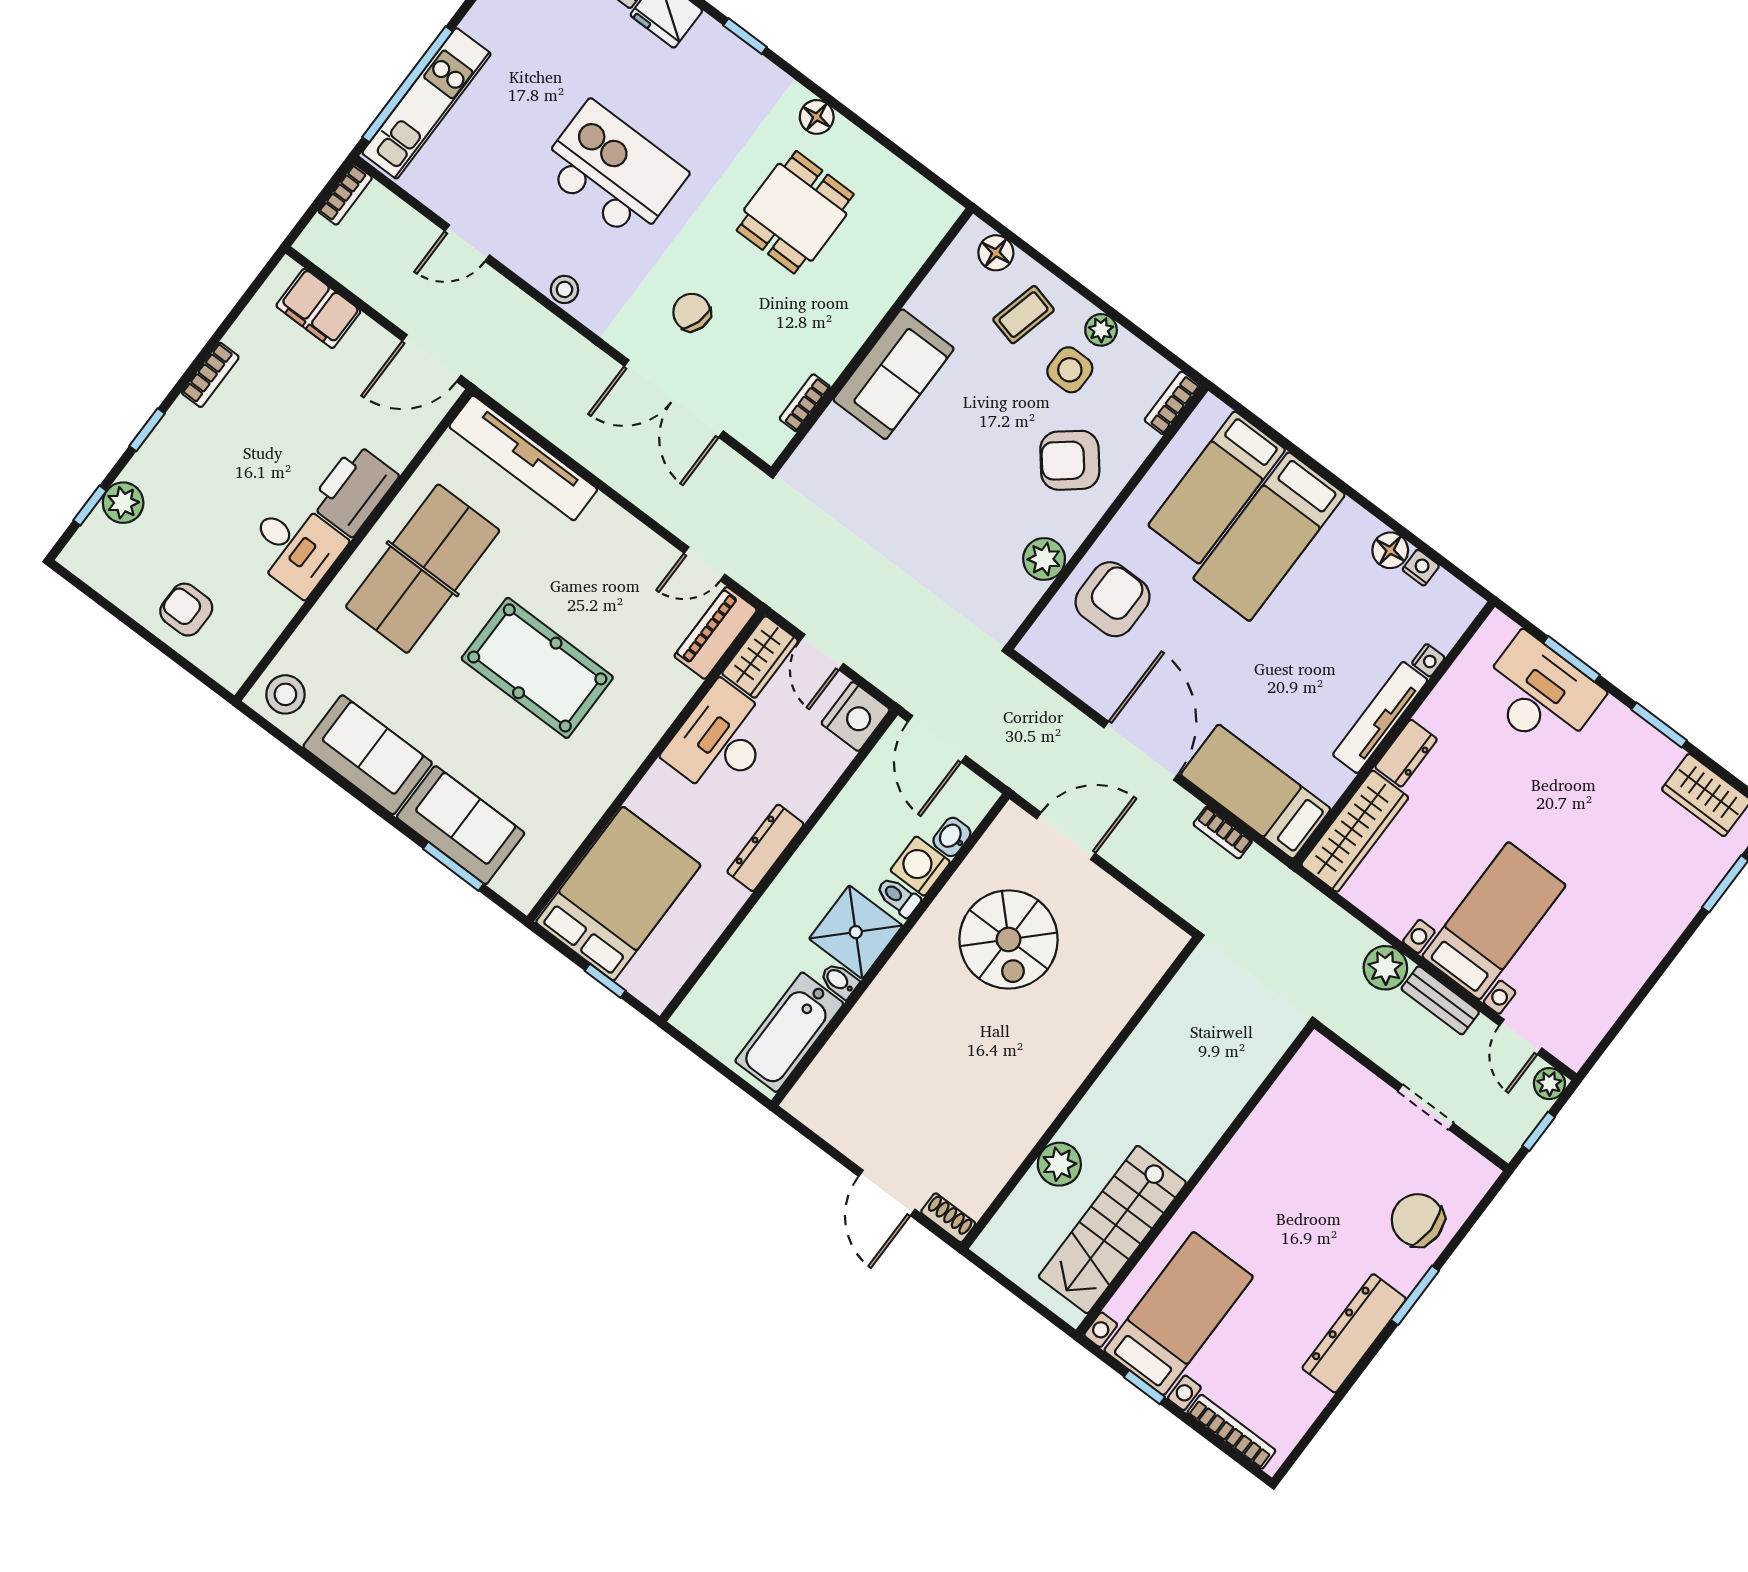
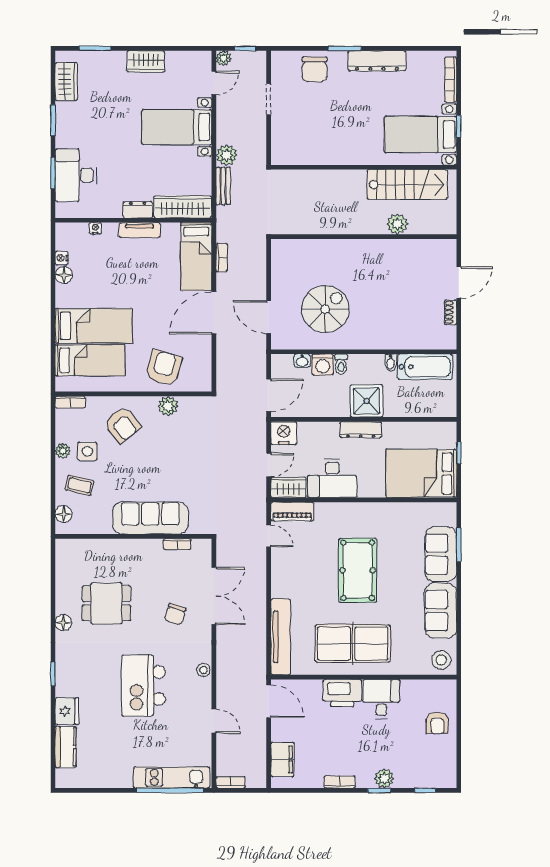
sofa: (894, 374) -> (150, 518), width x1.36
plant: (123, 503) -> (384, 778), moved
armchair: (1113, 599) -> (164, 368), turned 106
tv unit: (1380, 717) -> (140, 230), width x0.71
shower: (856, 932) -> (367, 401), moved
wardrobe: (1641, 951) -> (146, 61), added
bench: (1440, 1000) -> (223, 186), moved
shoe rack: (948, 1218) -> (450, 312), moved

